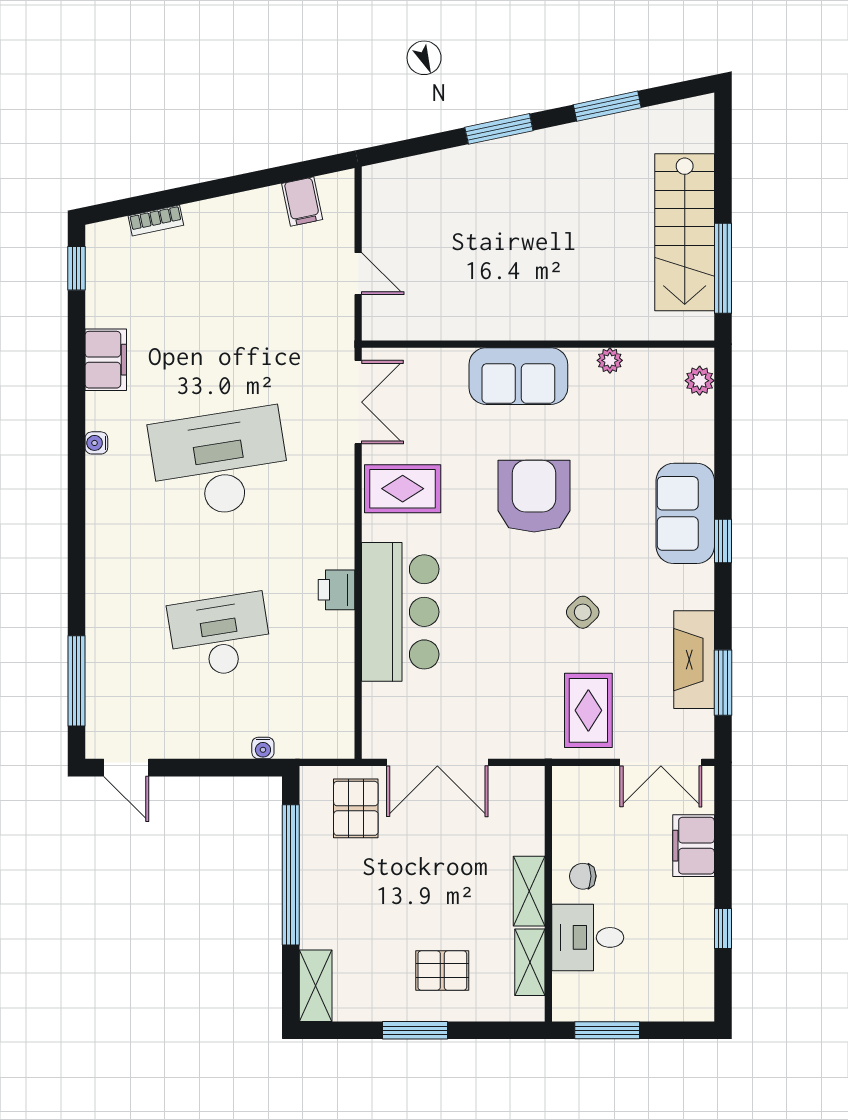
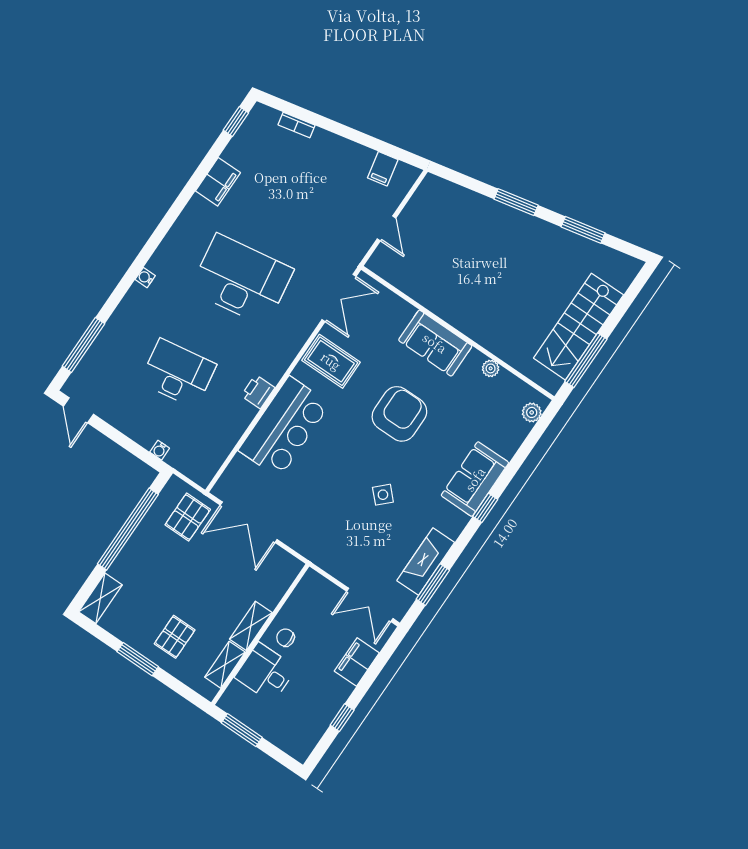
water cooler: (96, 443) -> (145, 278), moved
rug: (588, 710) -> (350, 550), removed
pallet: (442, 971) -> (175, 637), turned 90

